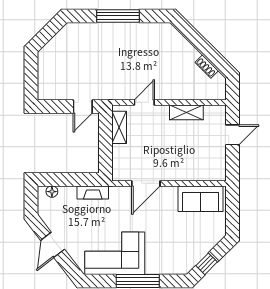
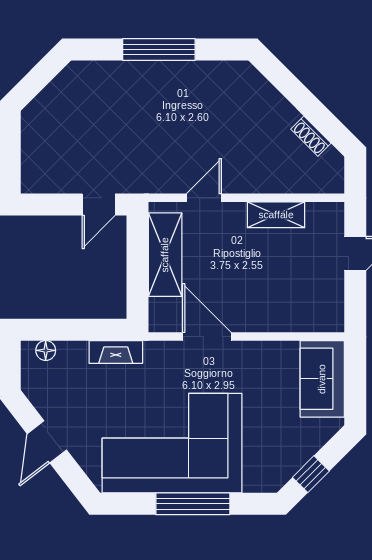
shelving: (119, 127) -> (165, 255), width x1.50, depth x1.33
door: (146, 183) -> (207, 337), swing flipped
sofa: (200, 199) -> (322, 379), moved, turned 90
corner sofa: (115, 253) -> (172, 443), width x1.36, depth x1.36

